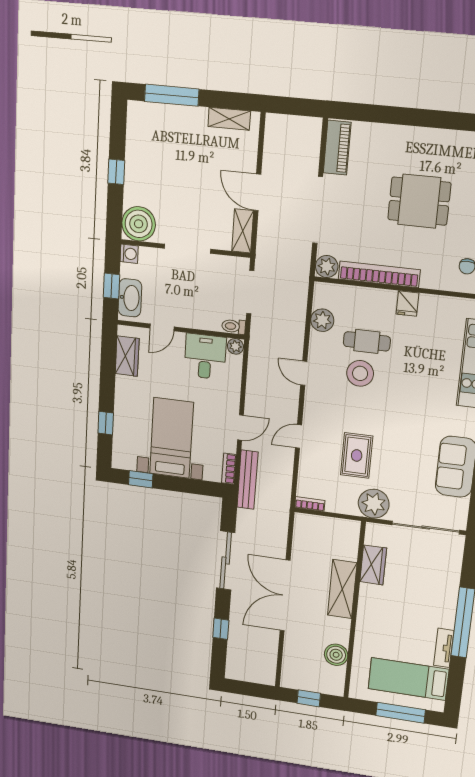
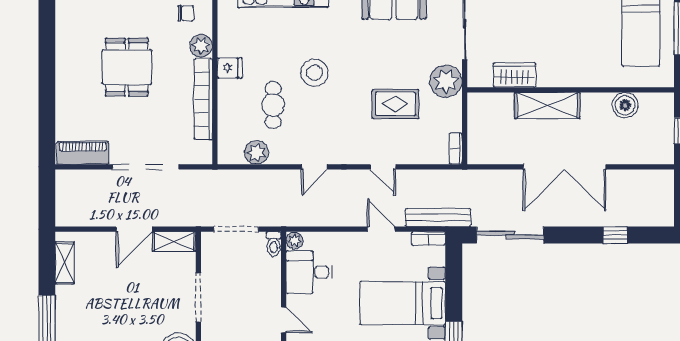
plant: (327, 267) -> (201, 46), moved
stool: (360, 373) -> (314, 73), moved
sliding door: (226, 561) -> (510, 235), moved

